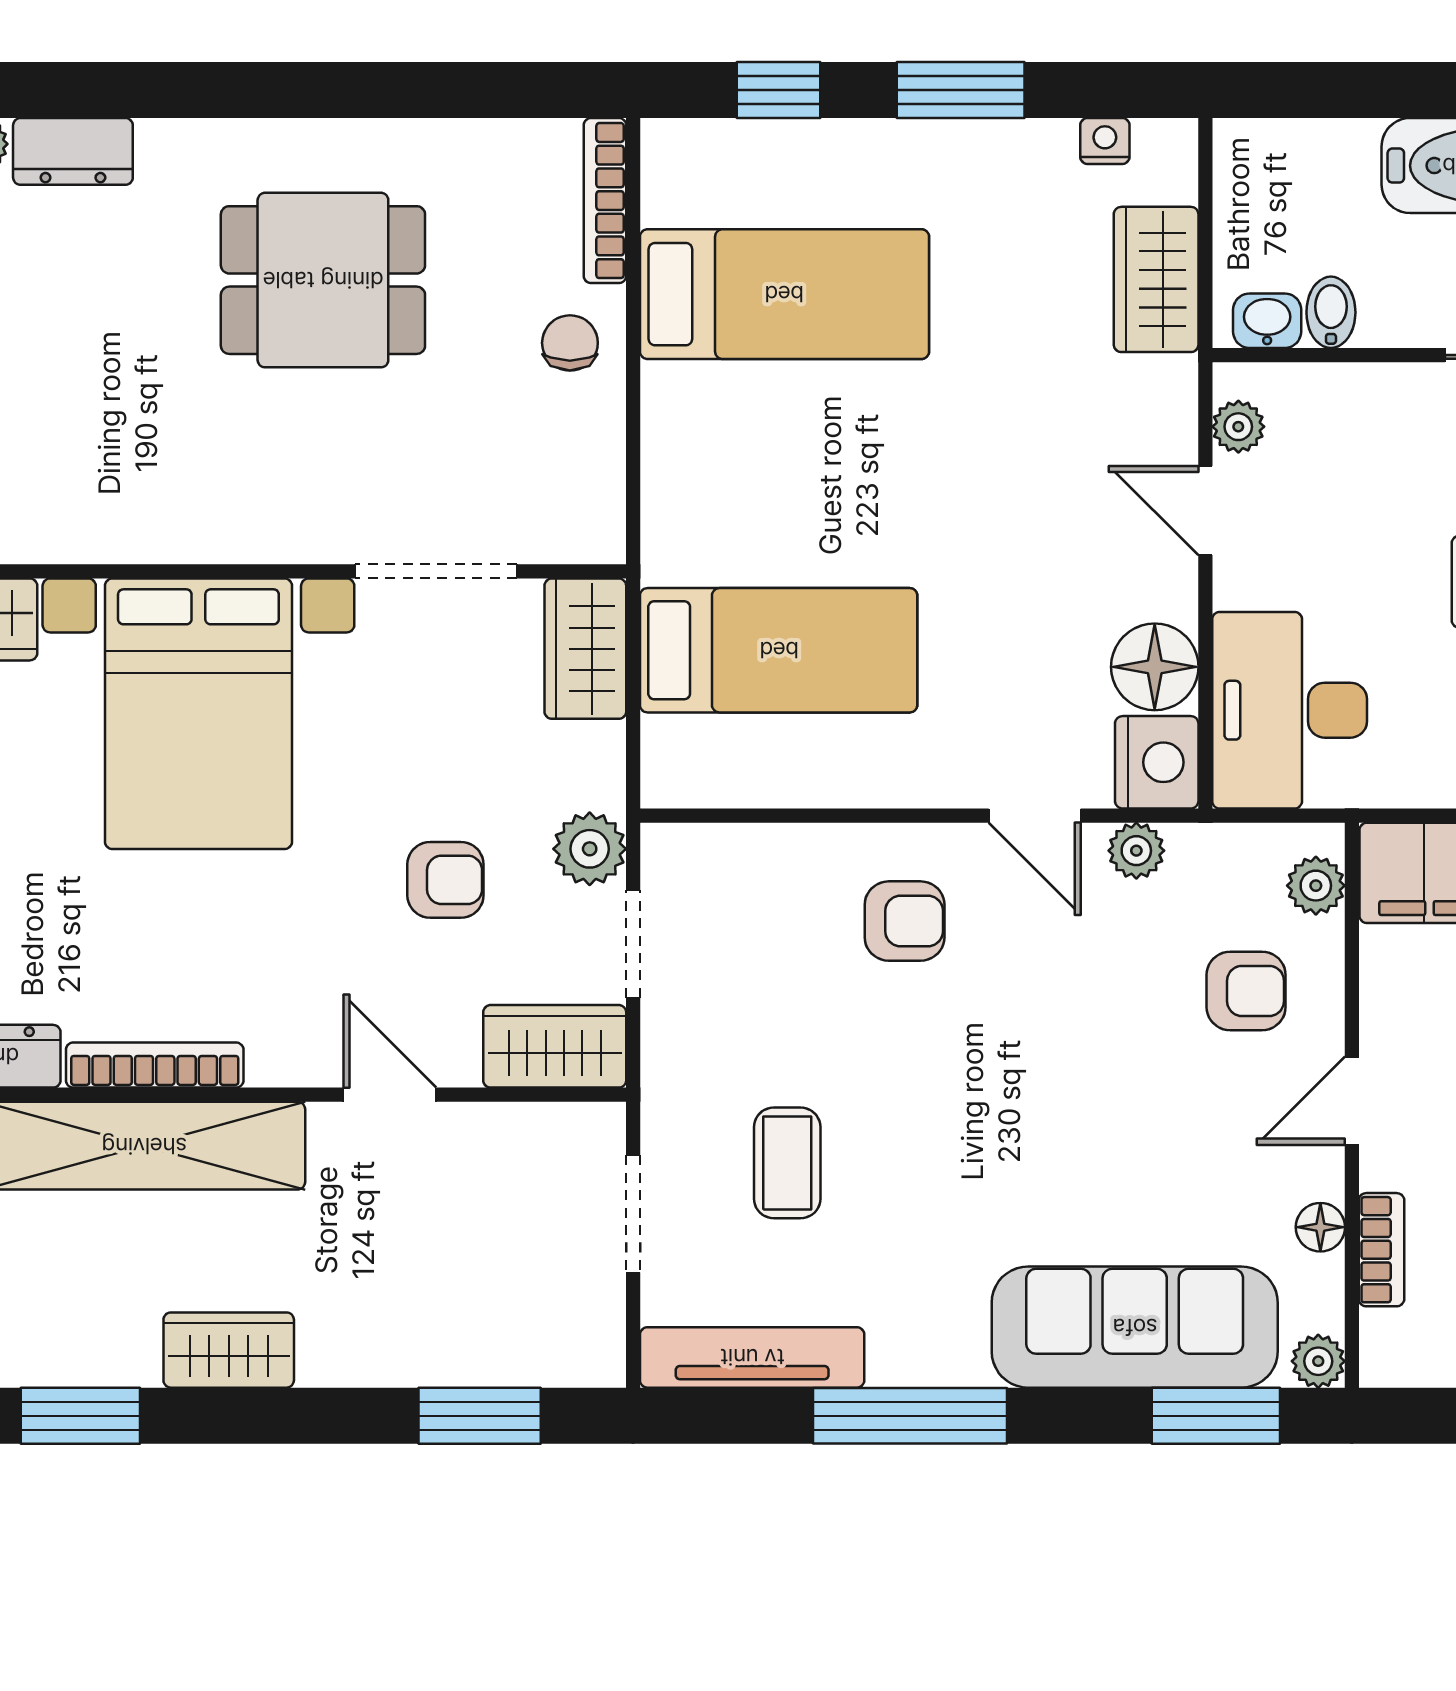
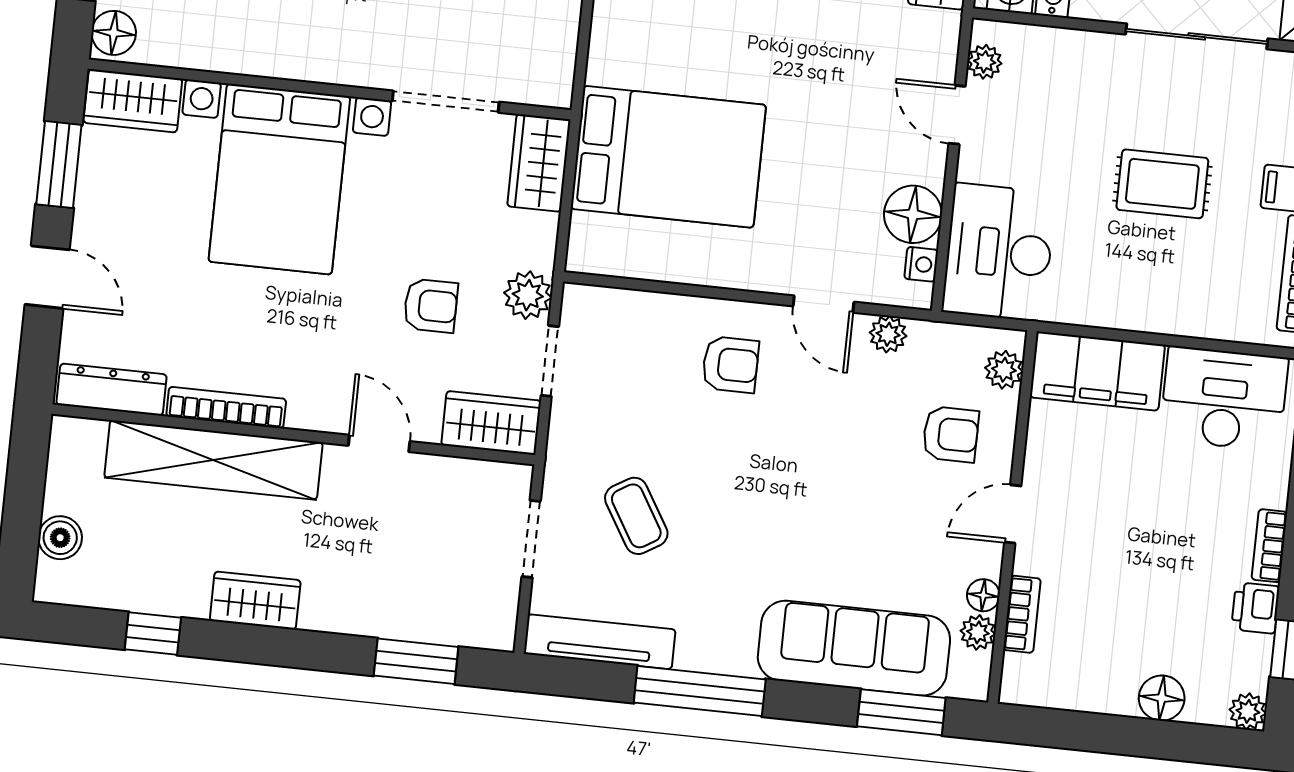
bed: (779, 650) -> (668, 157), width x1.50
nightstand: (1157, 762) -> (921, 264), width x0.53, depth x0.56
coffee table: (787, 1163) -> (636, 516), turned -31
plant: (1318, 1361) -> (978, 632), moved
window: (80, 1416) -> (153, 634), width x0.67

